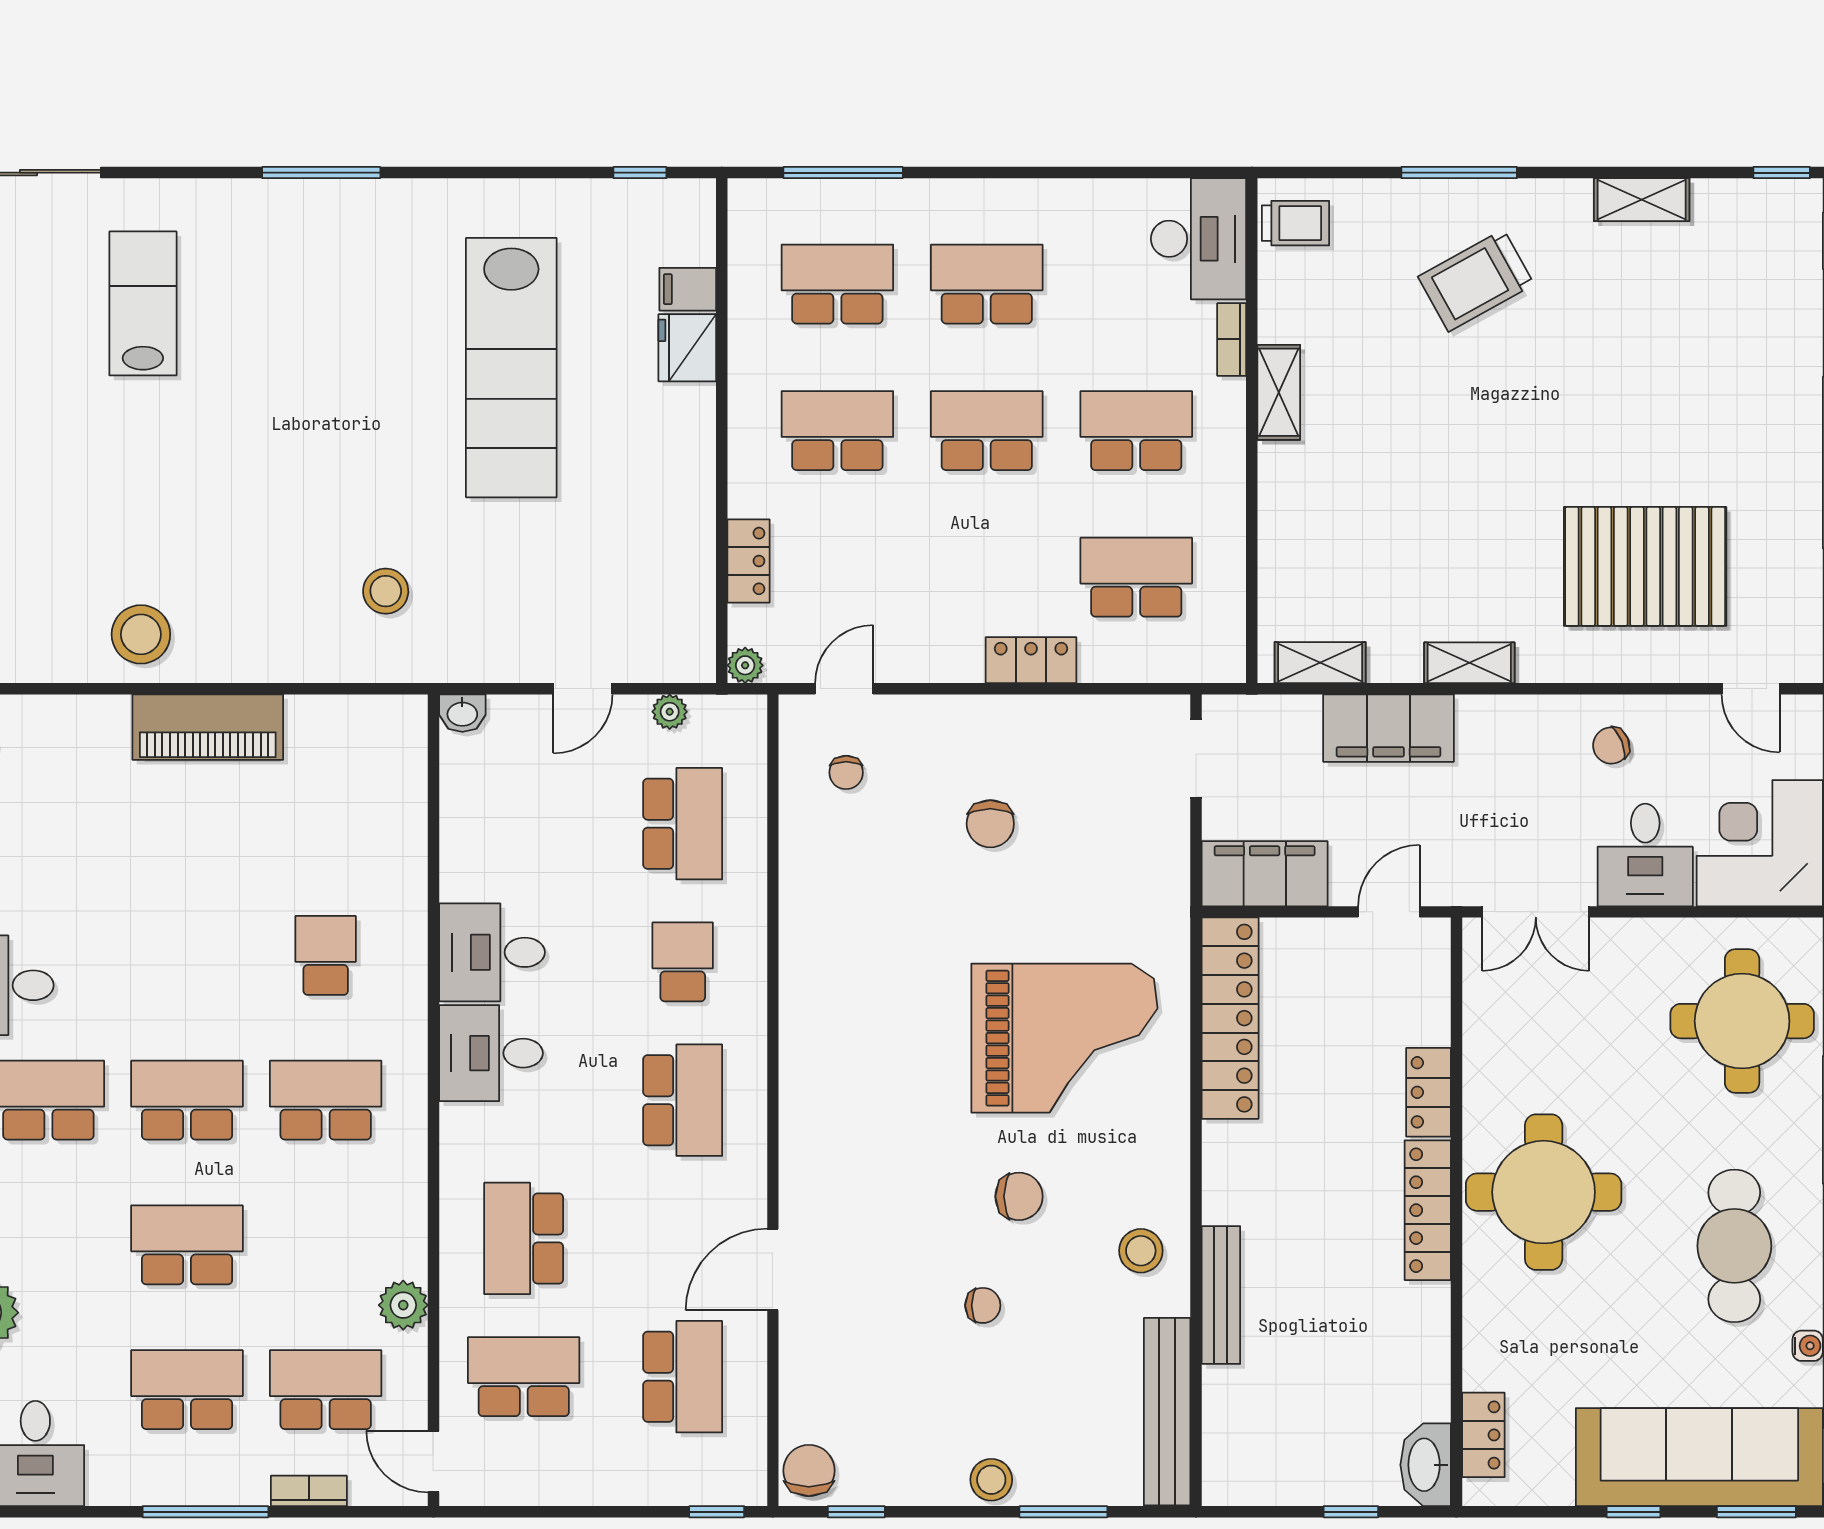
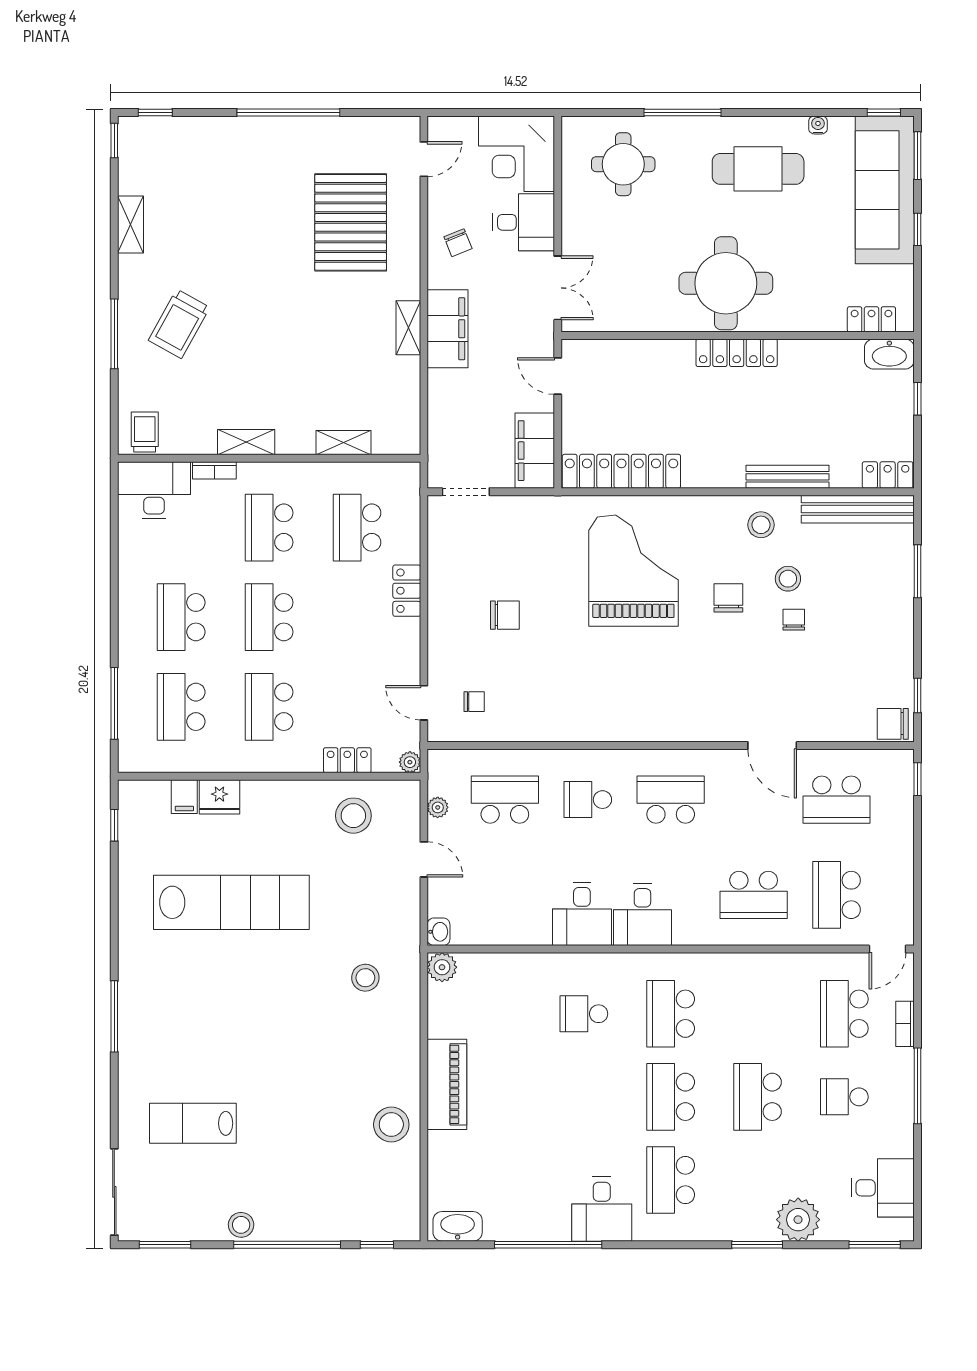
trolley: (1476, 280) -> (179, 324), turned 58
stool: (656, 571) -> (353, 816), added
shelving: (1320, 663) -> (343, 443), moved, turned 90
filing cabinet: (1388, 728) -> (448, 329), moved
round table: (1742, 1021) -> (623, 164), width x0.73, depth x0.73
locker: (1428, 1092) -> (888, 475), moved, turned 180
plant: (403, 1305) -> (442, 967), moved
school desk: (683, 1377) -> (837, 800), turned 180
school desk: (187, 1390) -> (844, 1097), width x0.54
stool: (991, 1480) -> (788, 579), moved

